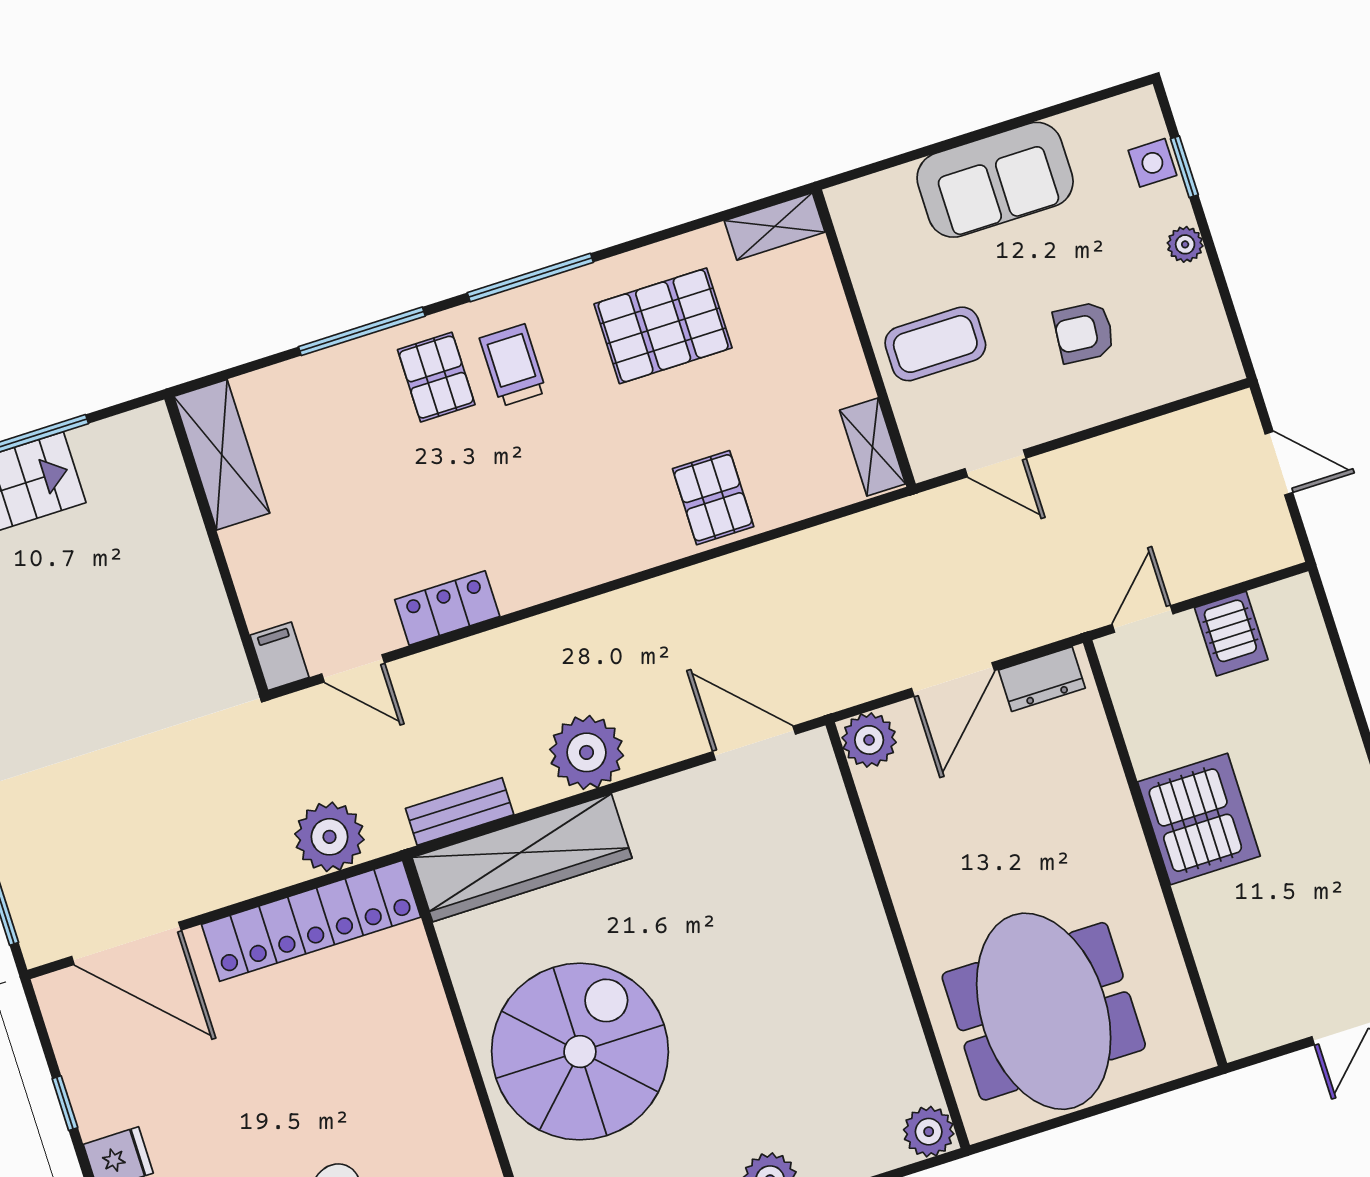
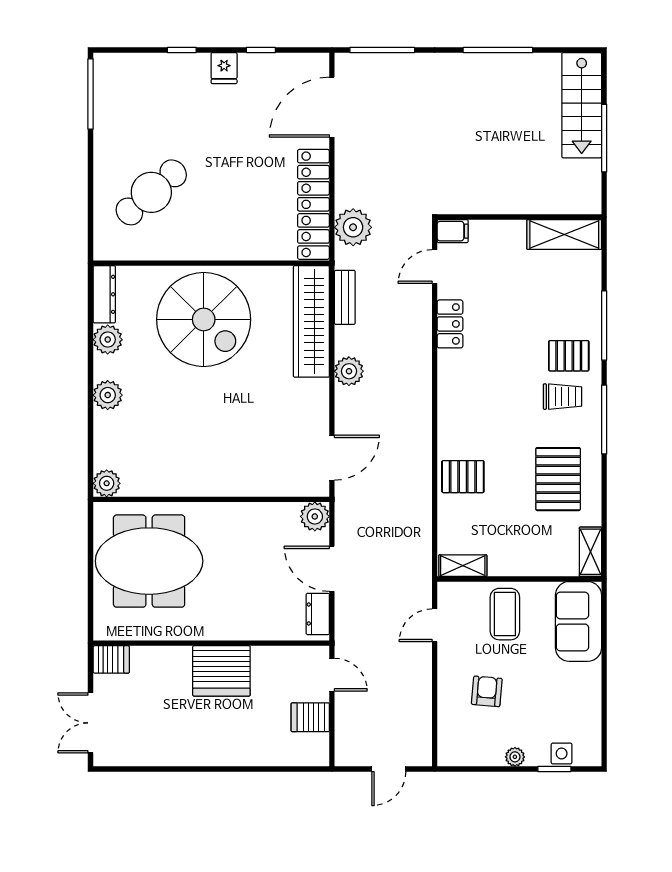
sofa: (995, 180) -> (578, 621), moved
plant: (587, 752) -> (349, 371), width x0.73, depth x0.73
server rack: (1241, 1023) -> (111, 659), added

